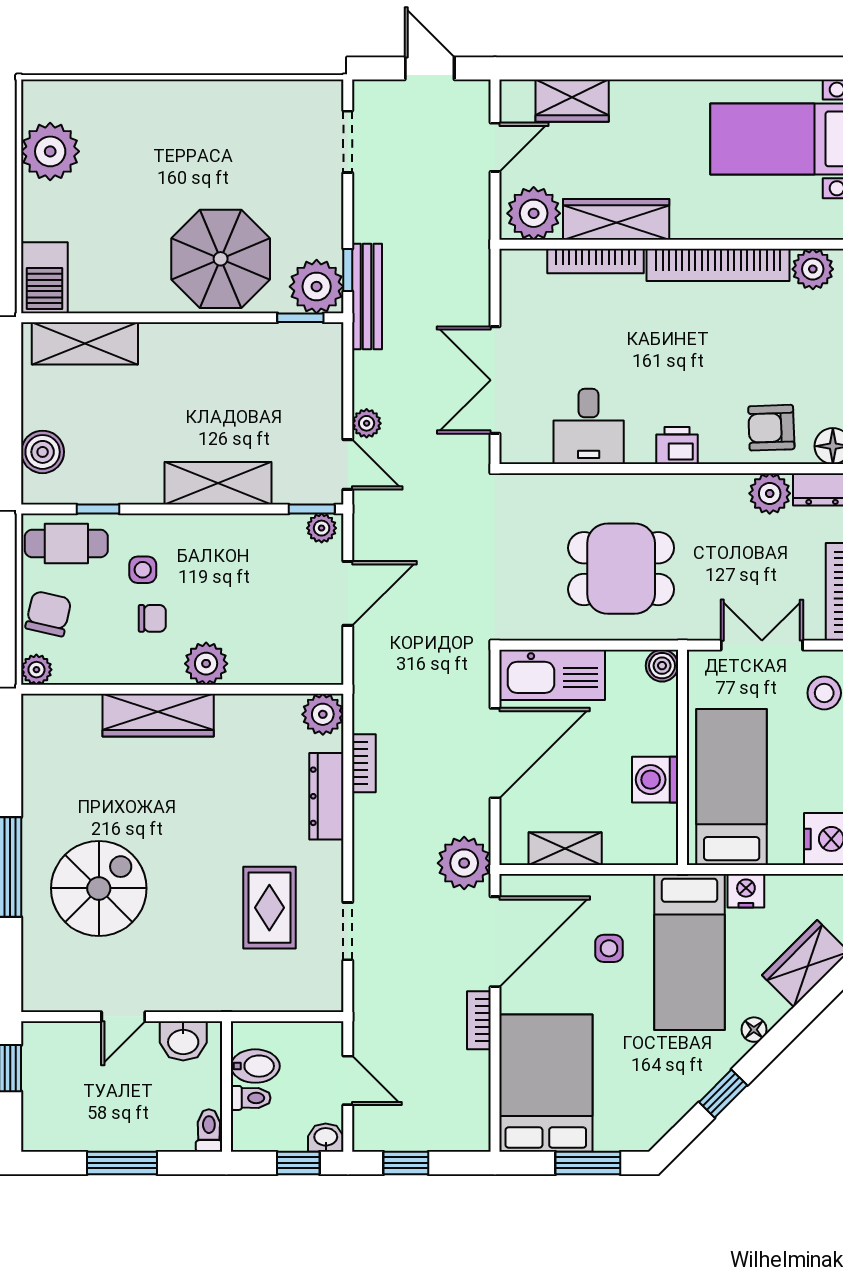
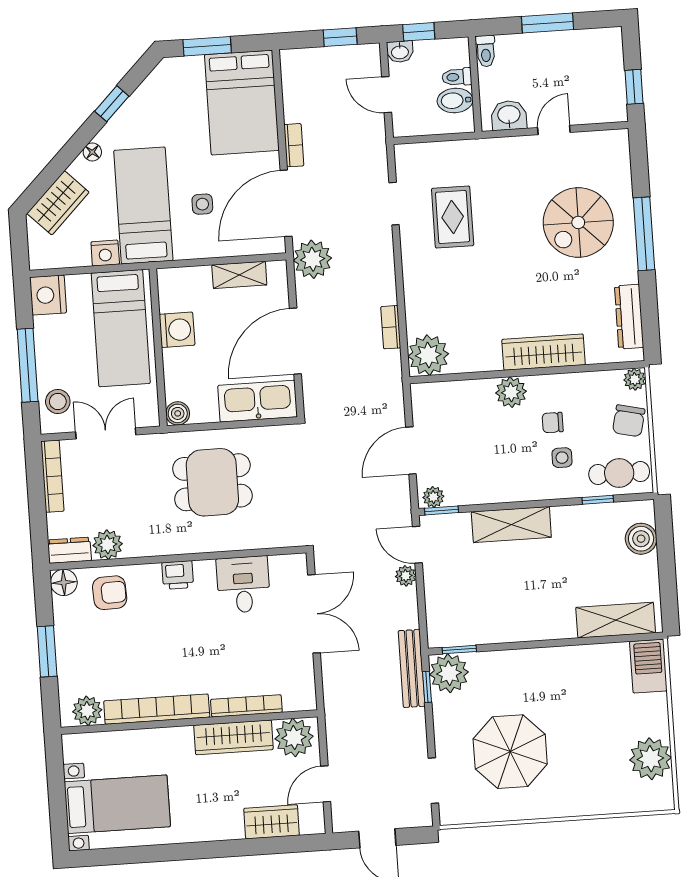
parasol: (221, 259) -> (510, 752), moved
double door: (762, 645) -> (106, 433), swing flipped
plant: (323, 714) -> (428, 355), width x1.36, depth x1.36
dresser: (326, 796) -> (629, 317), moved, turned 180

